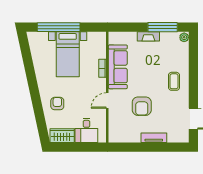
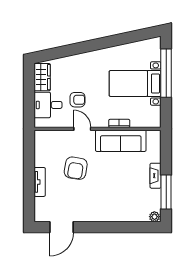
coffee table: (174, 81) -> (104, 205), removed
armchair: (57, 104) -> (77, 100), moved
armchair: (142, 106) -> (76, 168), turned -81

